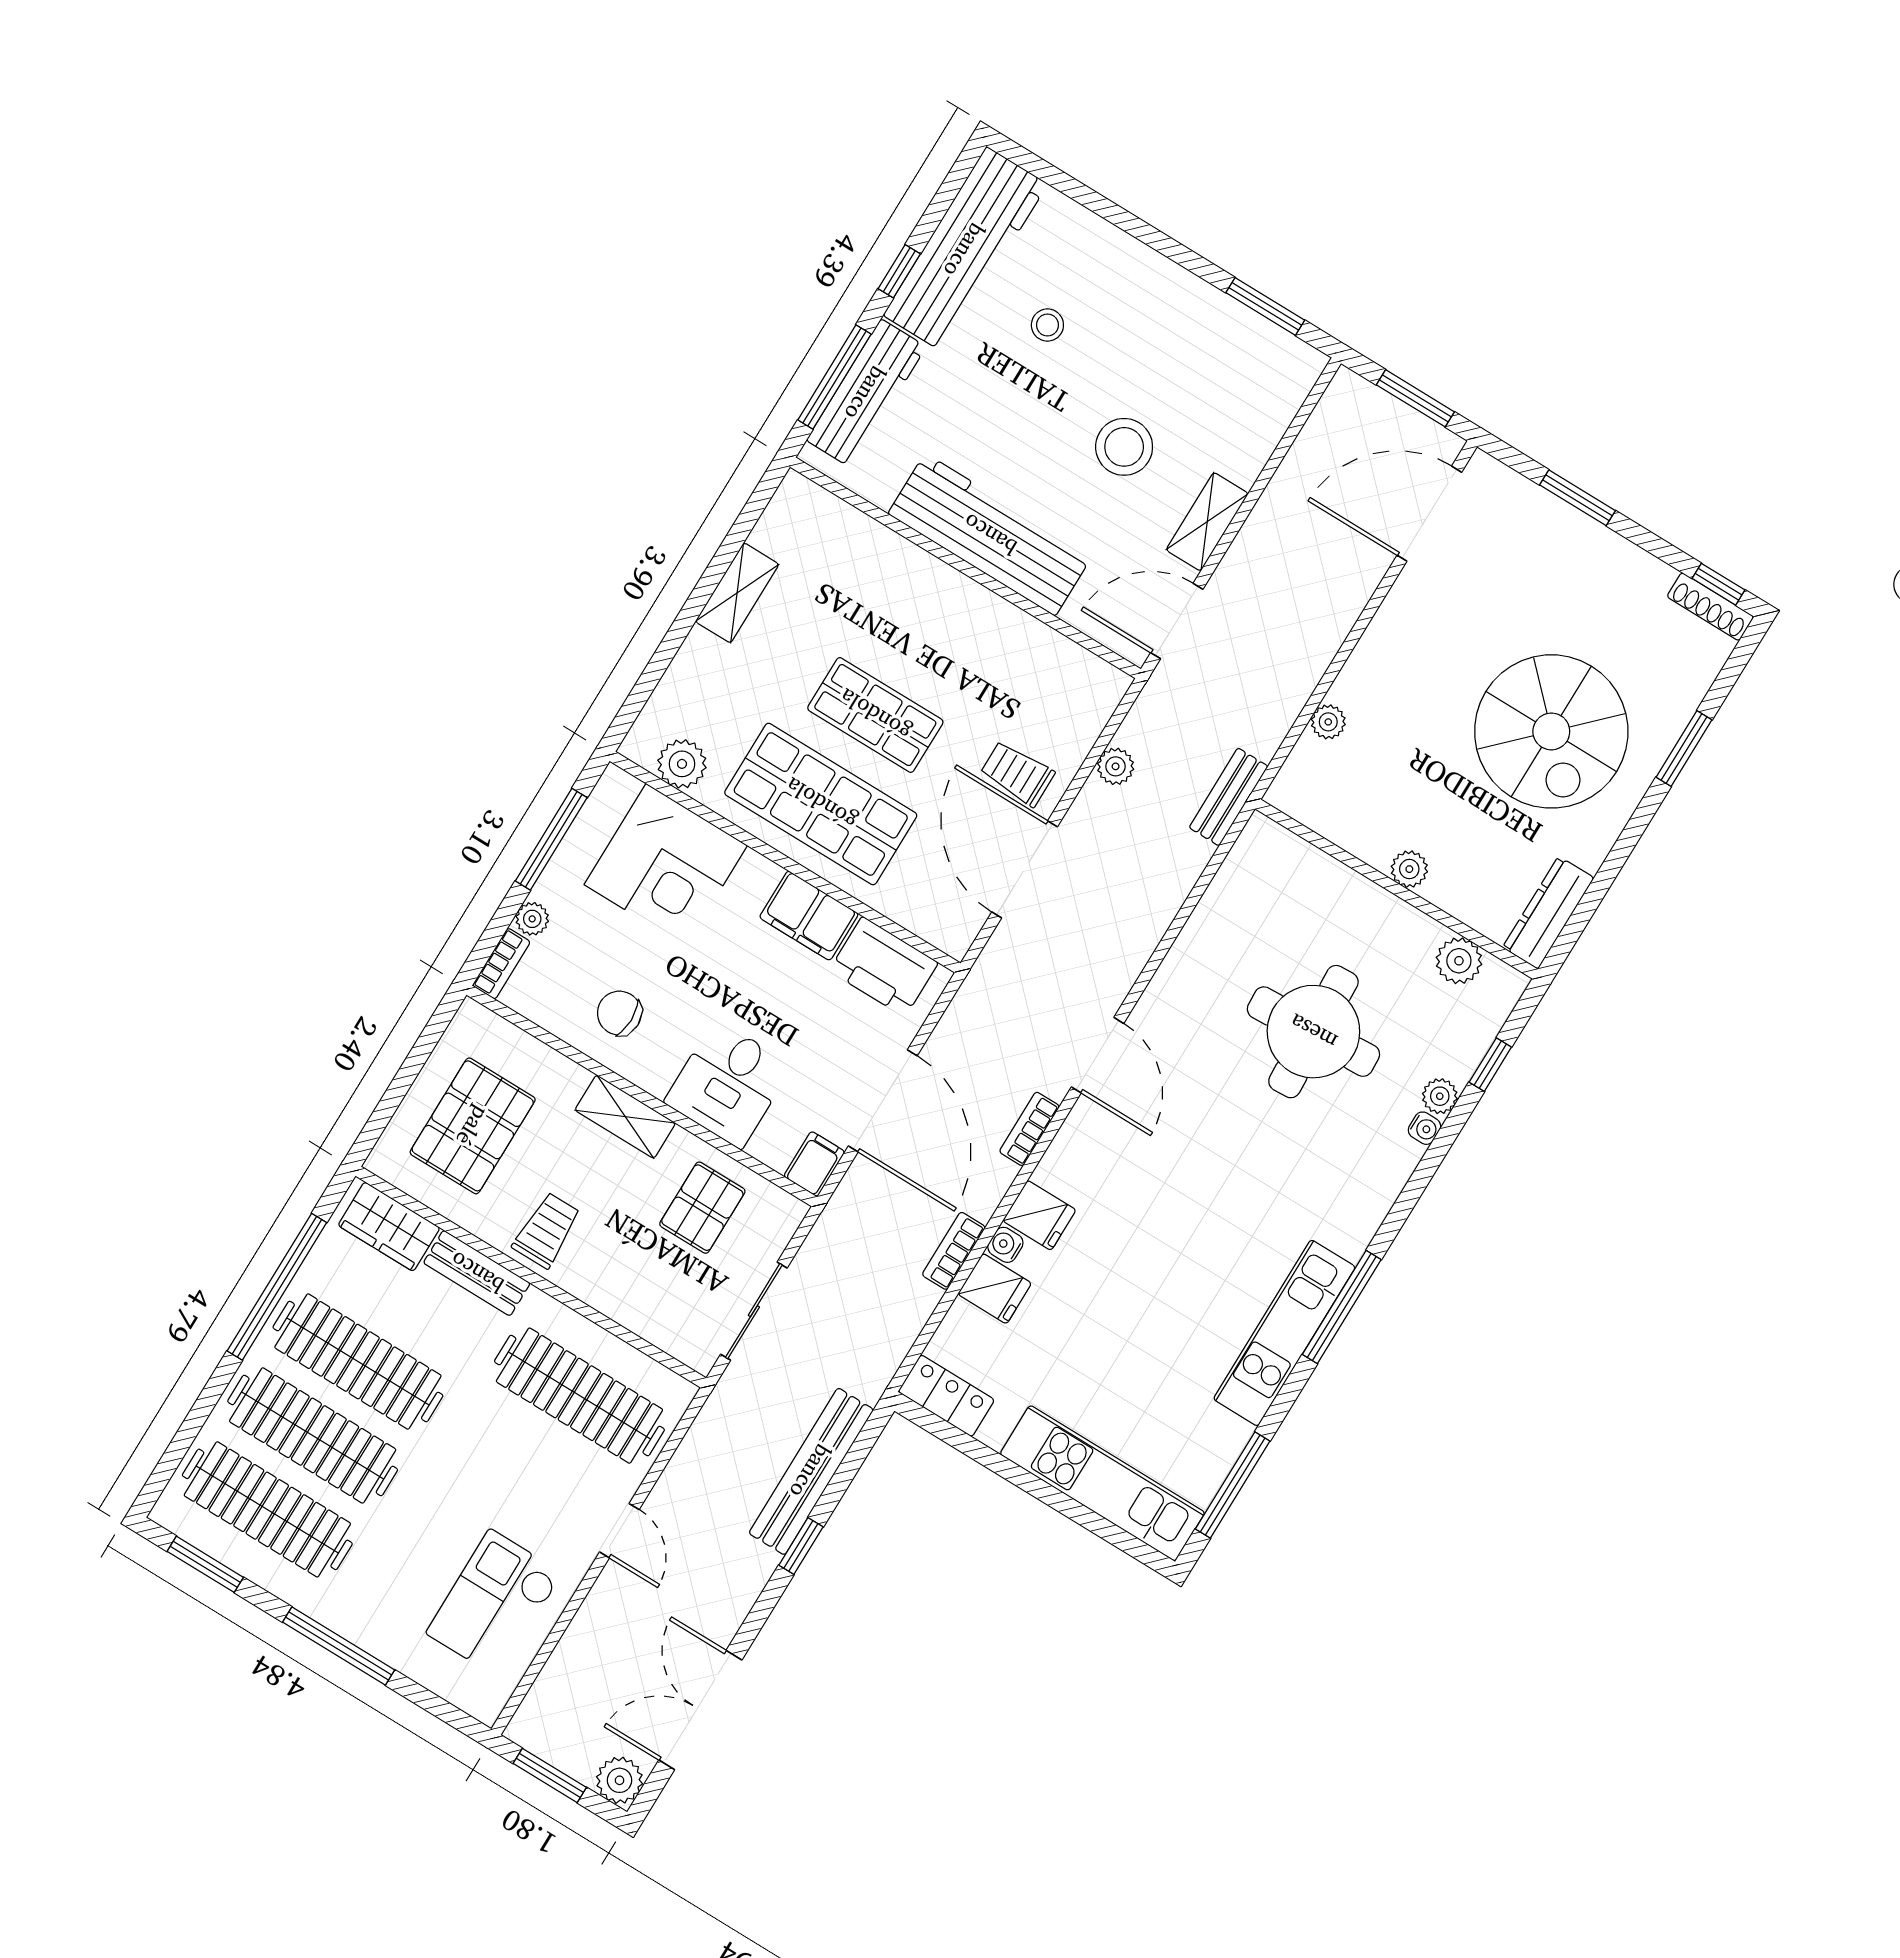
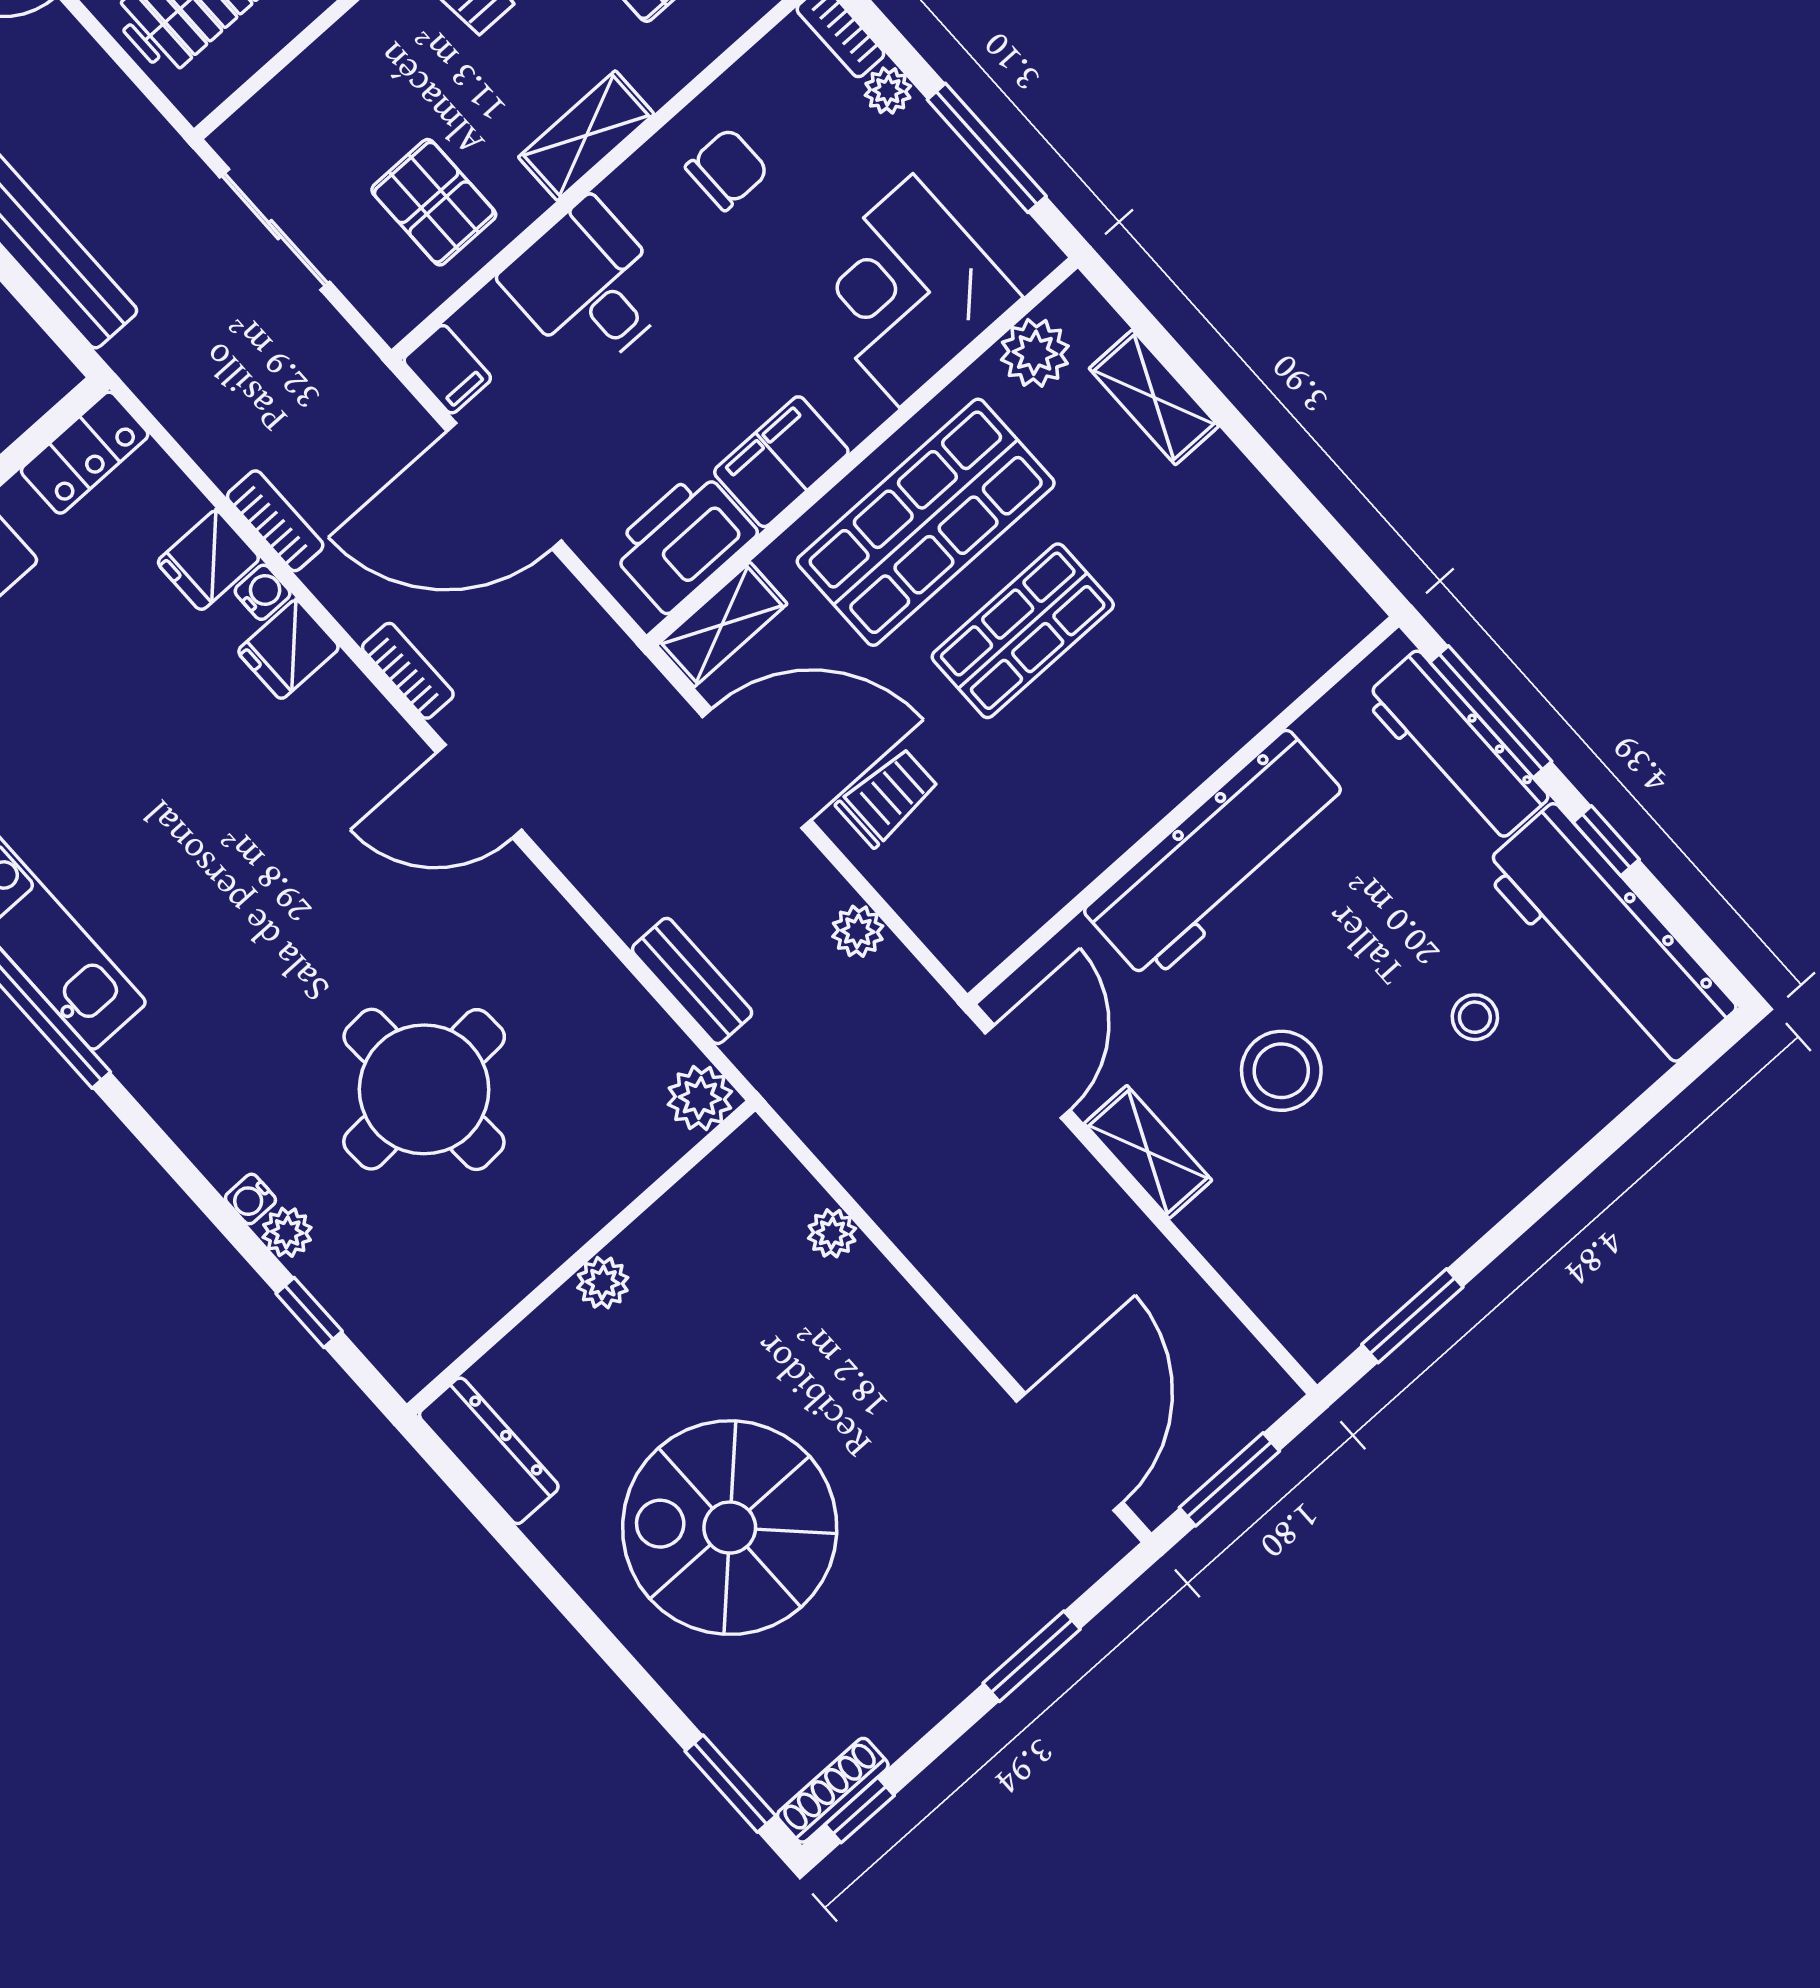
shelving: (737, 593) -> (1154, 397), moved
window: (1684, 749) -> (730, 1784), moved
bench: (1229, 797) -> (692, 981), moved
shelving: (933, 923) -> (722, 625), added
plant: (1459, 961) -> (700, 1098), moved

